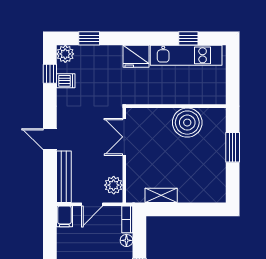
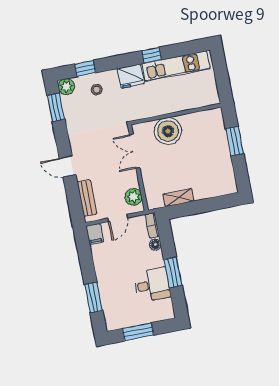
window: (188, 38) -> (151, 55), moved
stool: (97, 63) -> (97, 90), added
window: (50, 74) -> (56, 107), width x1.50
dishwasher: (66, 81) -> (72, 111), removed
boiler: (187, 123) -> (168, 131), moved
bench: (64, 177) -> (87, 198), width x0.73

